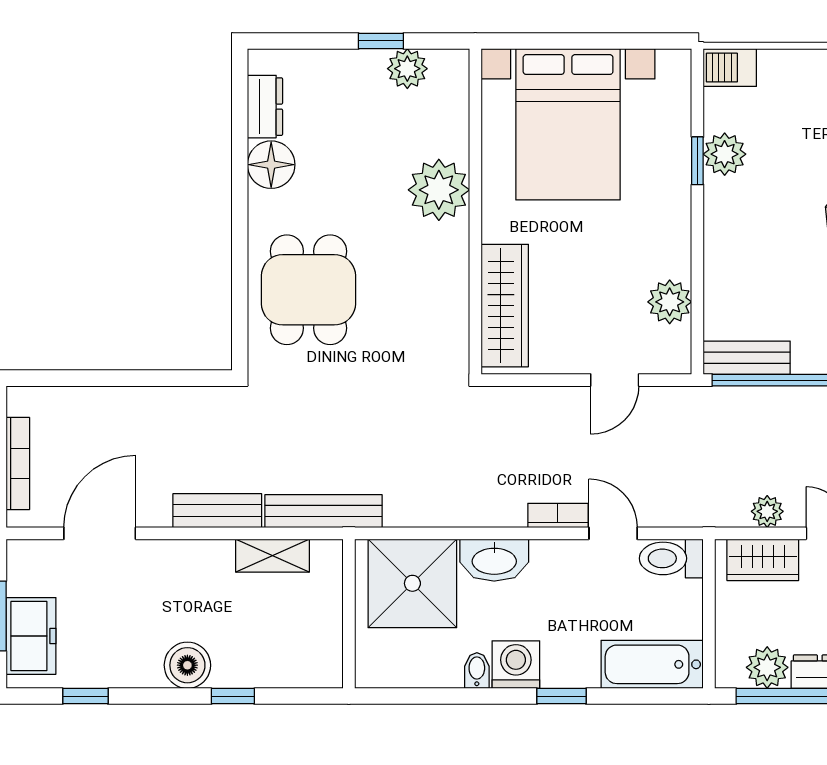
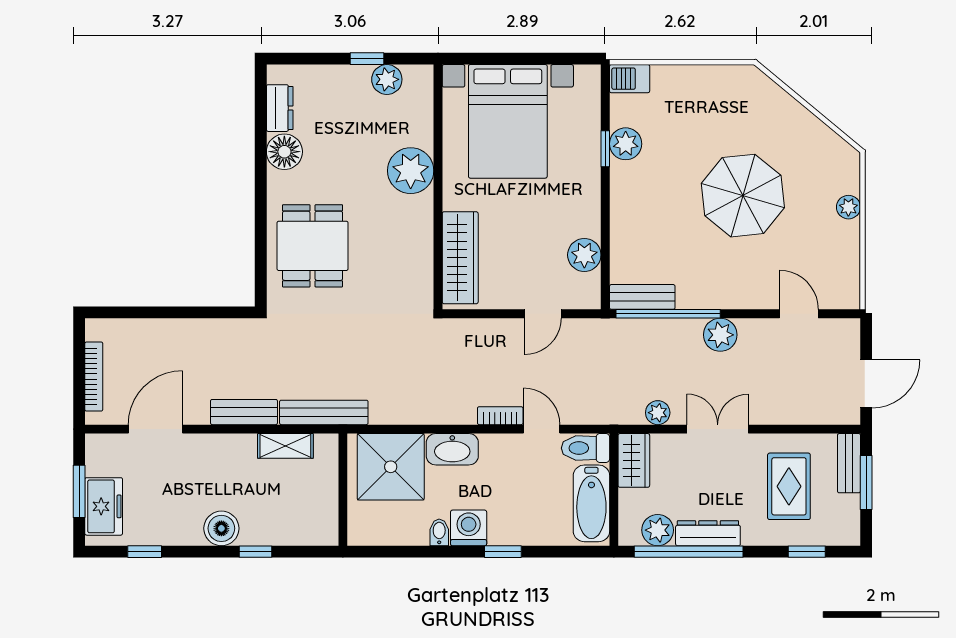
wardrobe: (763, 560) -> (634, 460), moved, turned -90
bathtub: (652, 664) -> (591, 503), moved, turned -90

